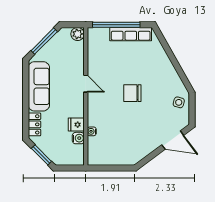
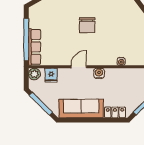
row of seats: (131, 34) -> (35, 47), moved
fridge: (76, 125) -> (51, 75), moved
water cooler: (78, 138) -> (99, 73), moved

